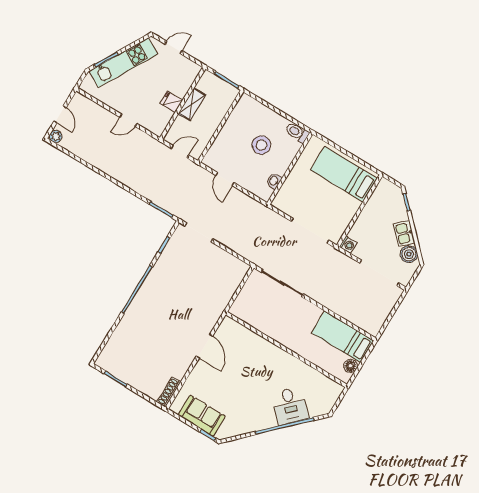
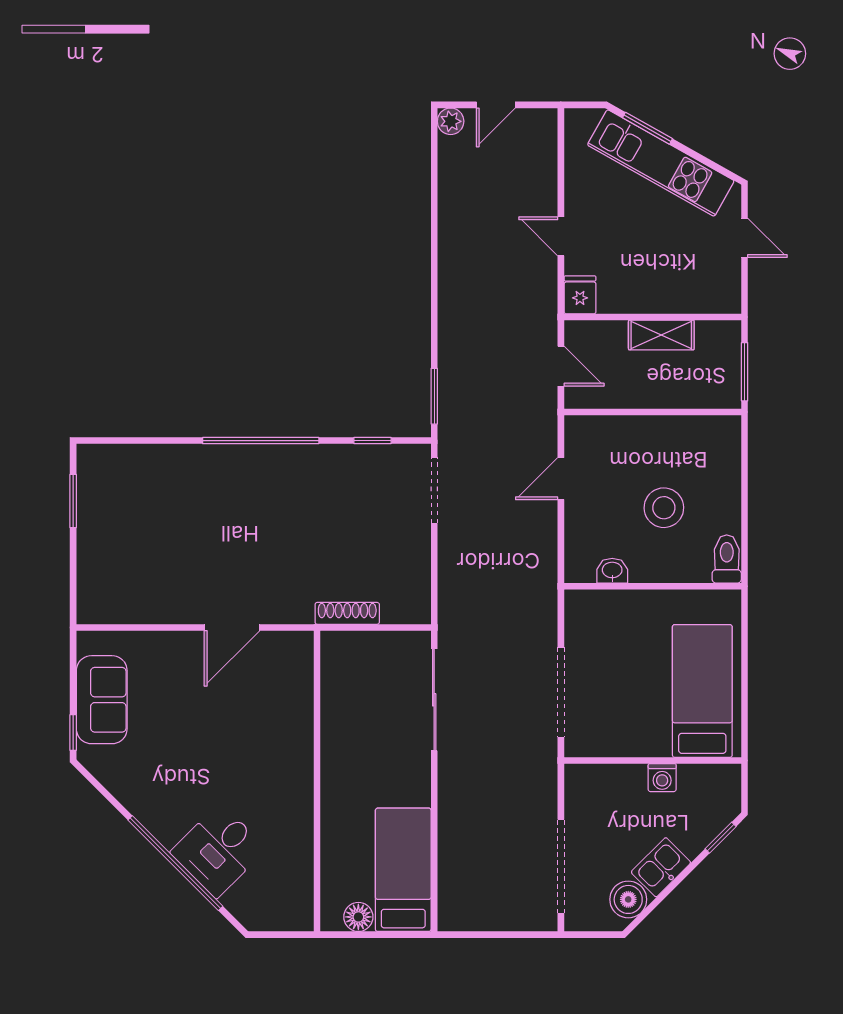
fridge: (171, 102) -> (580, 295), moved
washing machine: (348, 245) -> (662, 778), moved
shoe rack: (169, 392) -> (347, 613), moved

